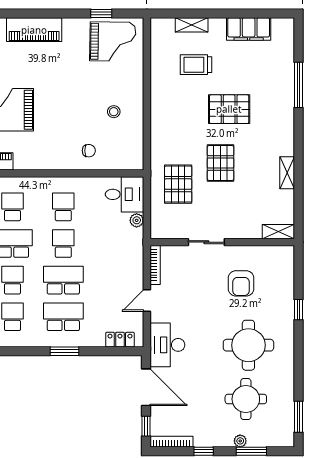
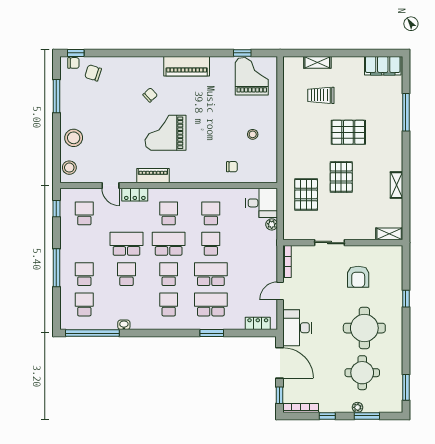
filing cabinet: (249, 29) -> (383, 66), moved
grand piano: (113, 42) -> (252, 76), turned -91

